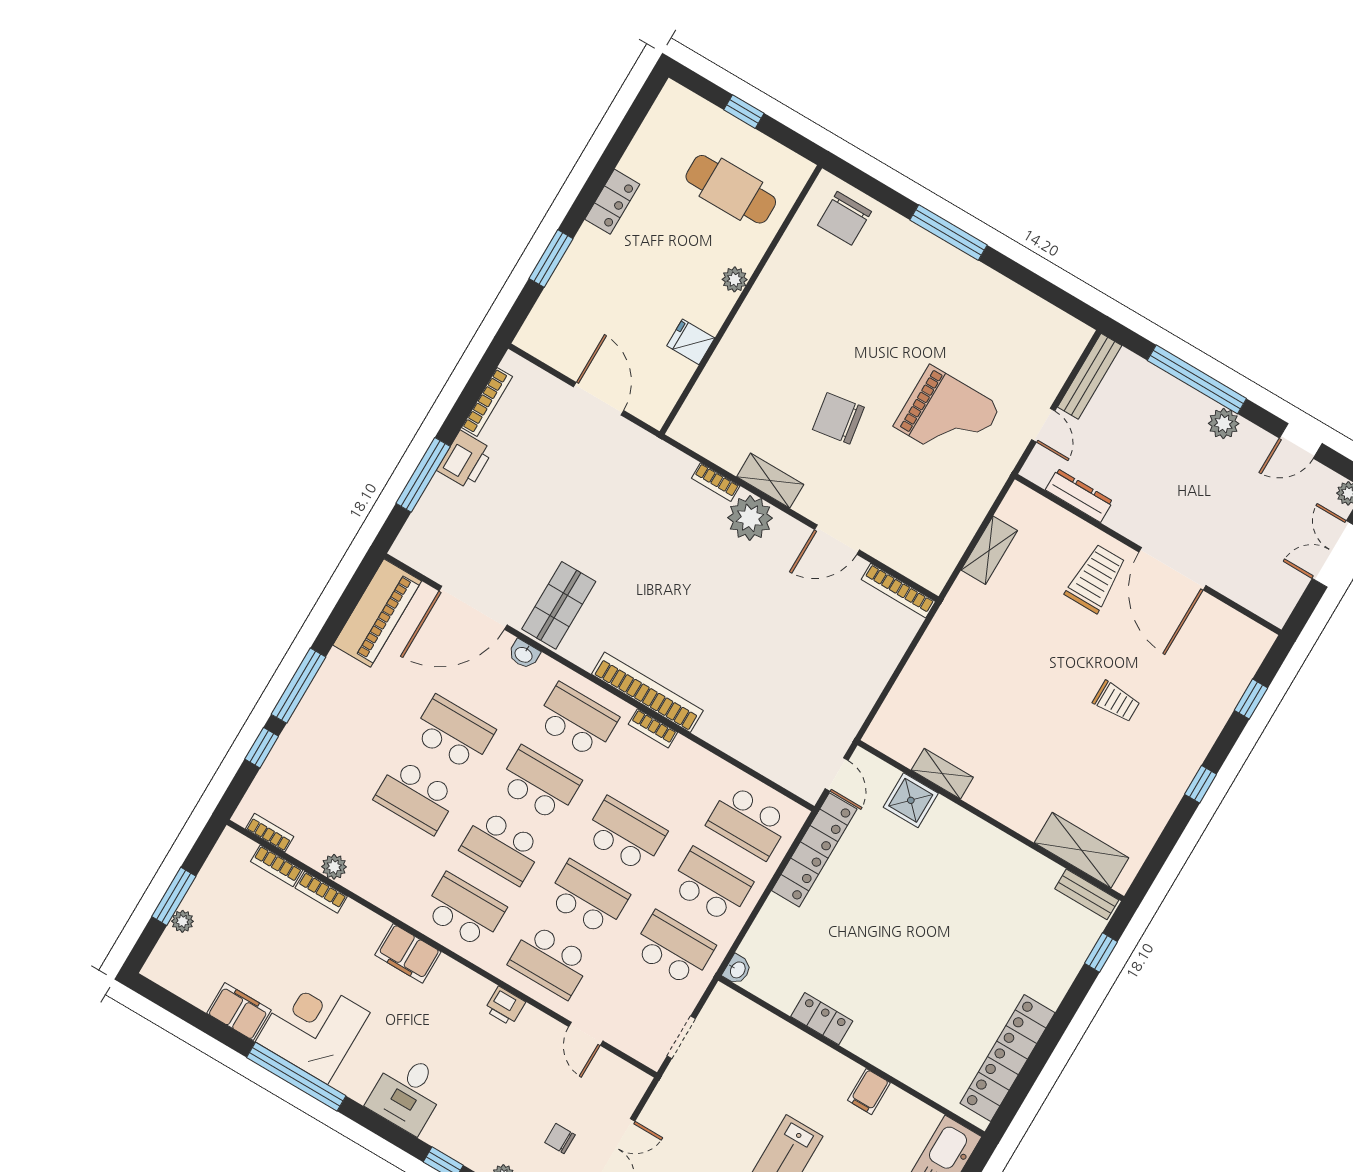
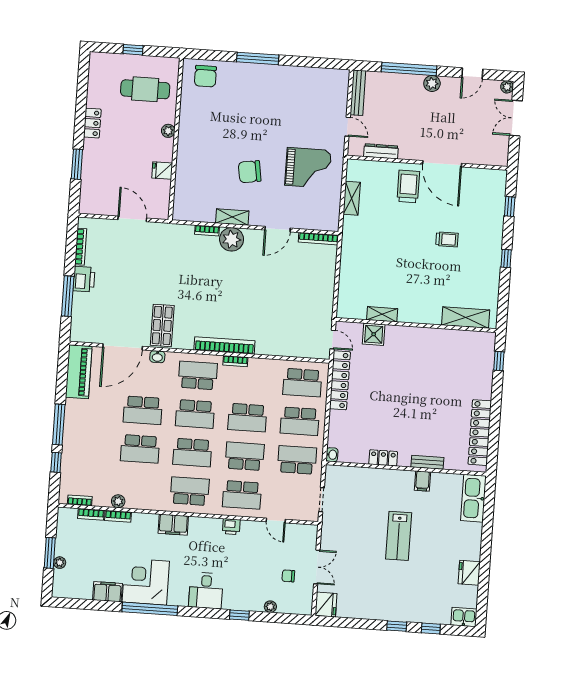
grand piano: (947, 416) -> (308, 168), moved
school desk: (453, 733) -> (143, 410), turned 180
school desk: (539, 784) -> (195, 414), turned 180
school desk: (625, 835) -> (247, 418), turned 180
school desk: (711, 885) -> (300, 421), turned 180
bench: (1087, 894) -> (427, 462), moved

